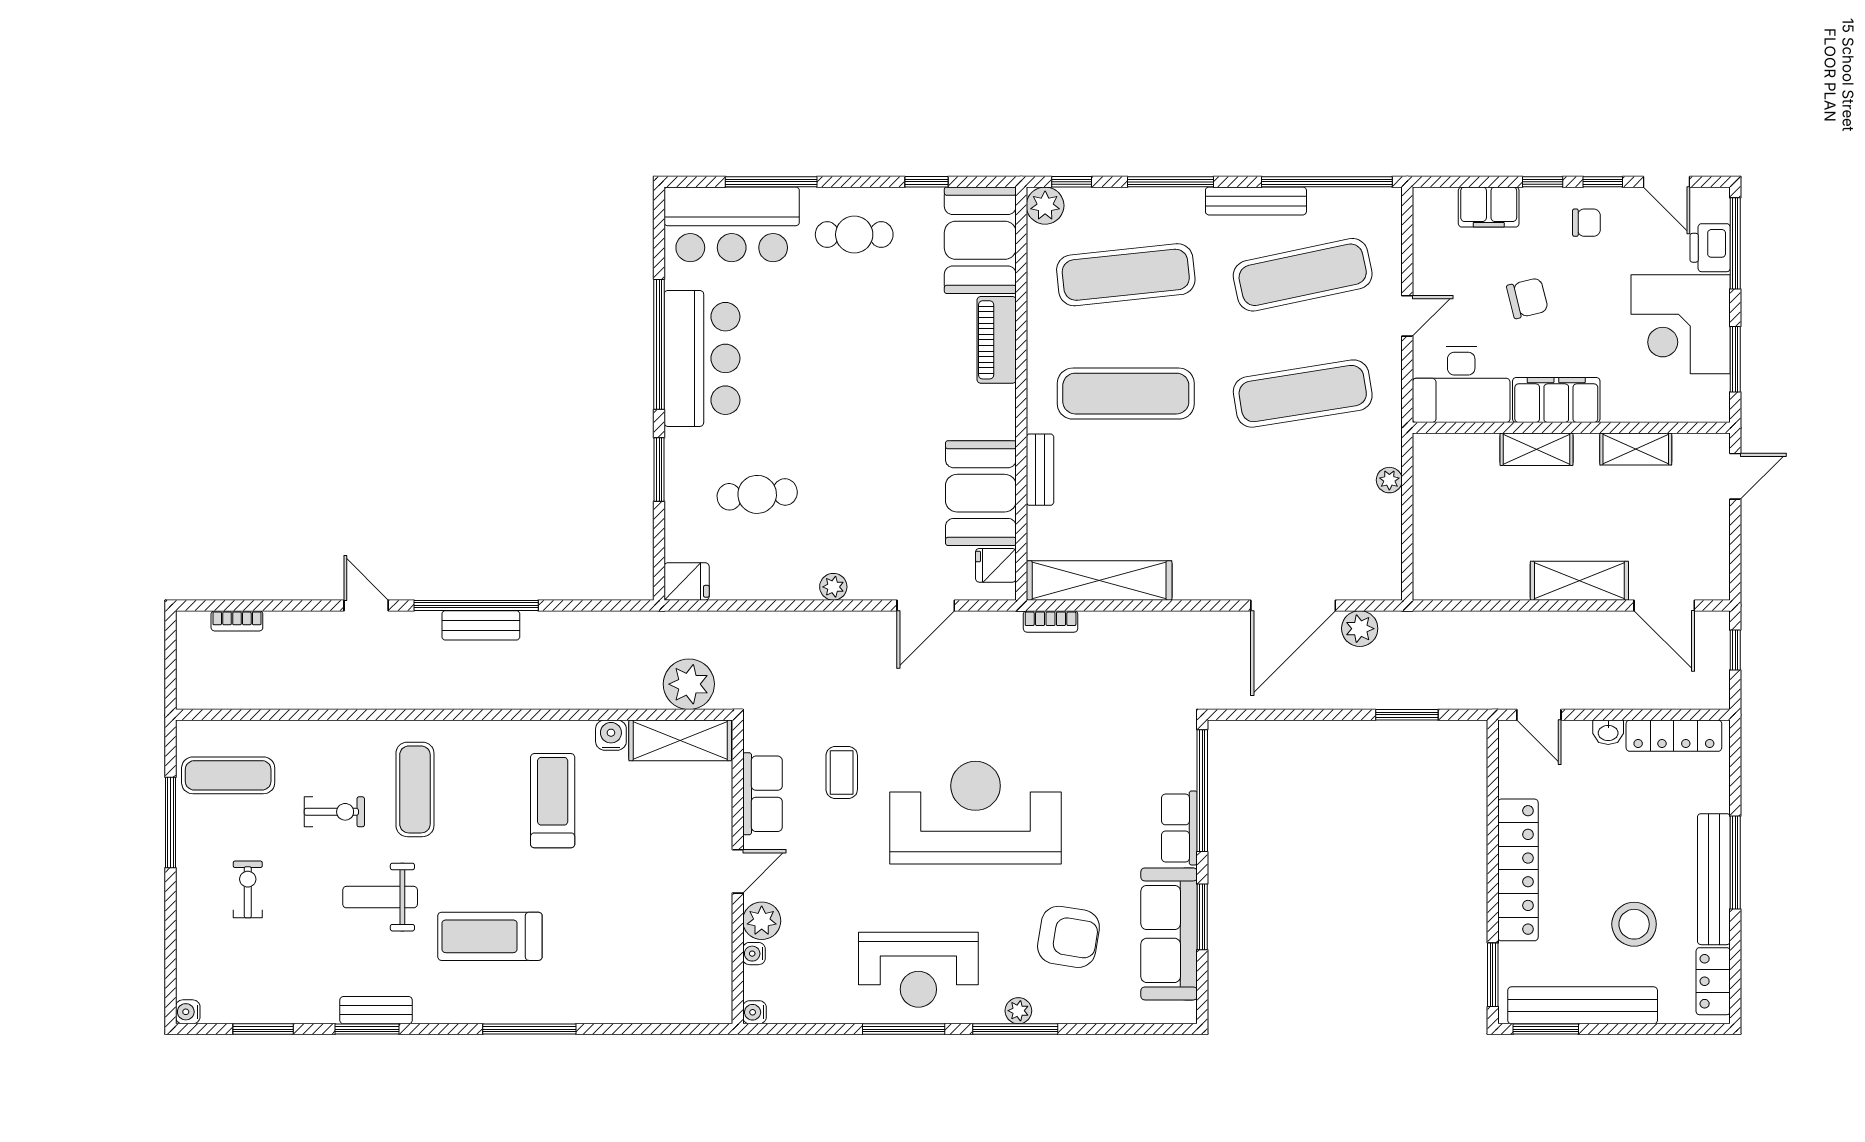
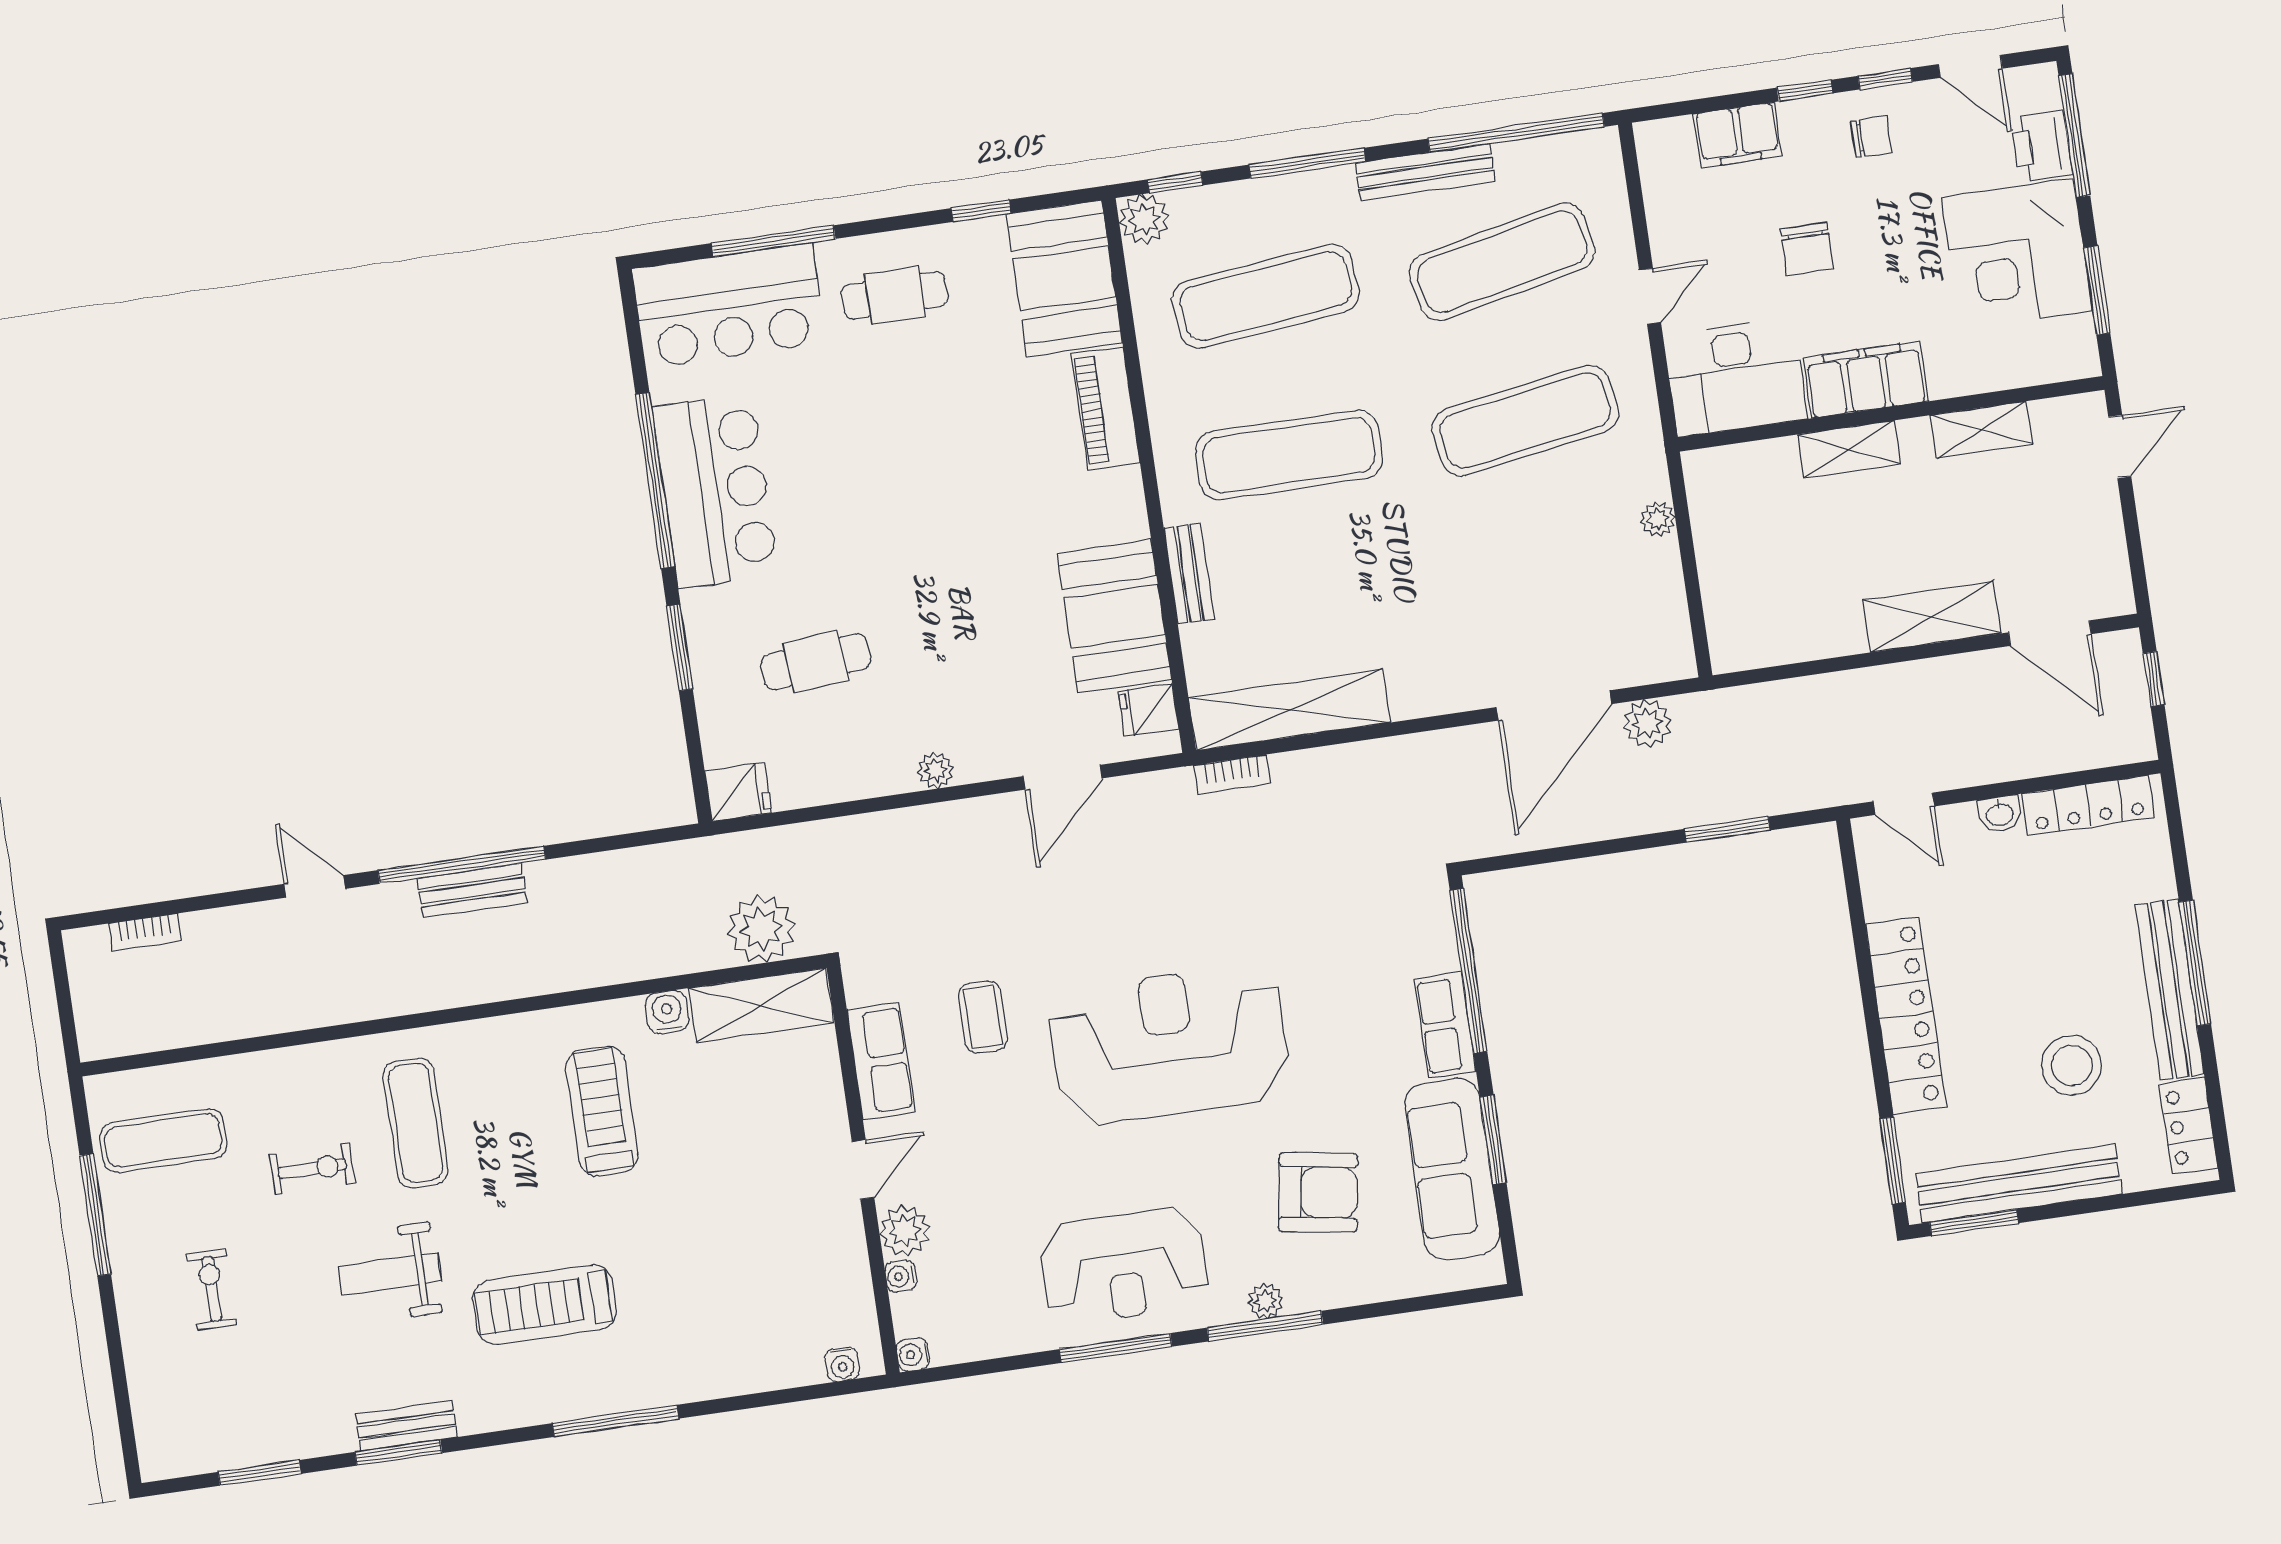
chair: (1527, 298) -> (1807, 249), turned 104
water cooler: (188, 1012) -> (842, 1364), moved, turned -90

